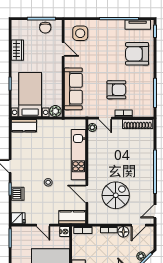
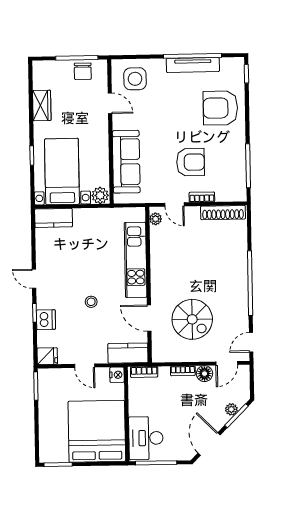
tv unit: (138, 25) -> (193, 65), moved, width x1.41
spiral stairs: (116, 195) -> (192, 319), turned 90

